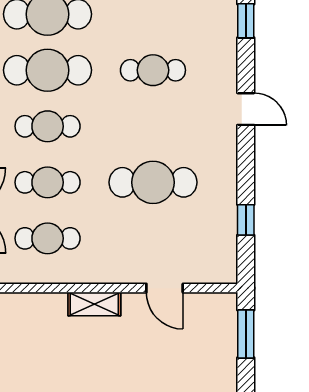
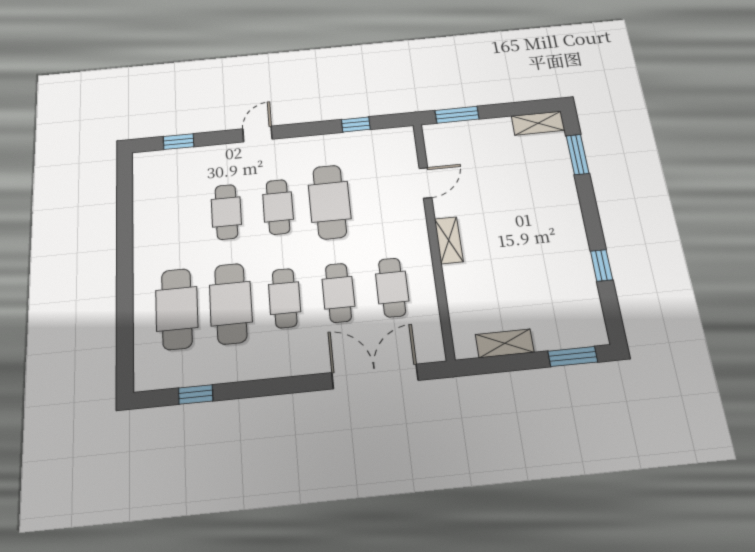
cafe table: (153, 126) -> (278, 207), added

